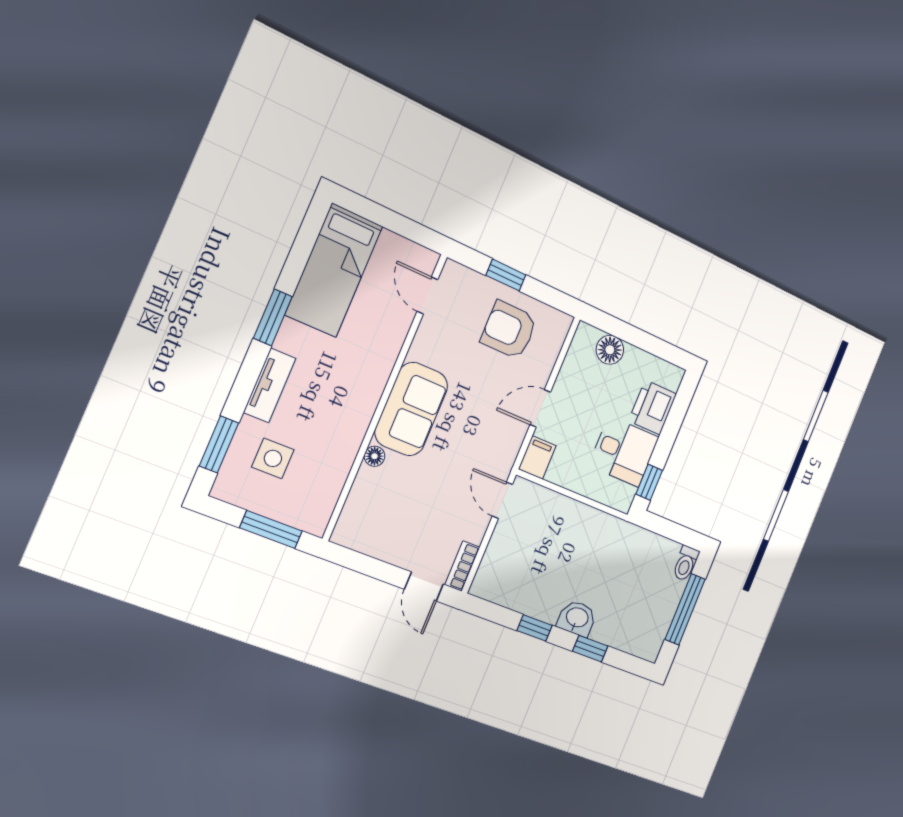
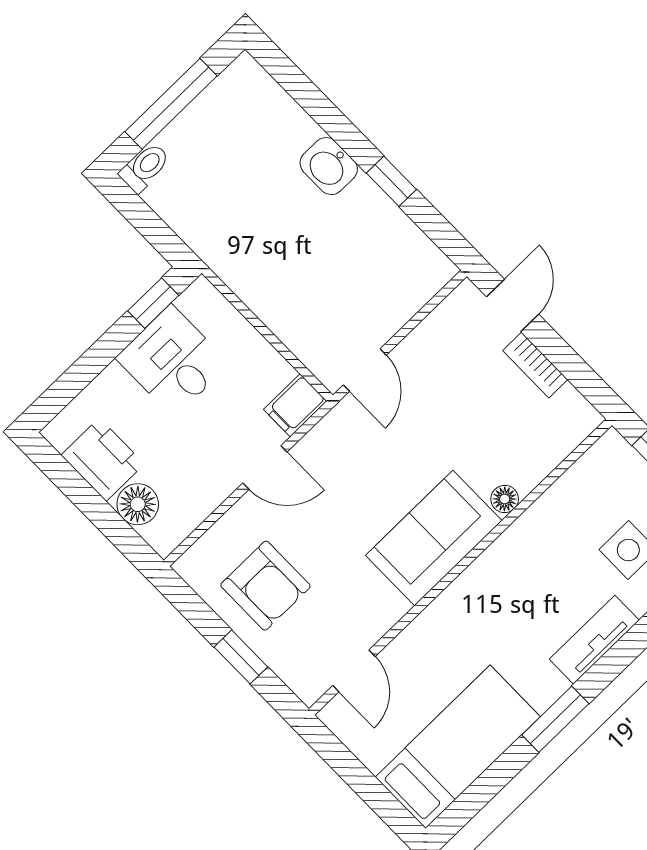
printer: (653, 407) -> (103, 460), moved, turned -90
bookcase: (462, 566) -> (535, 365), moved, turned 90
window: (590, 649) -> (327, 116), removed

